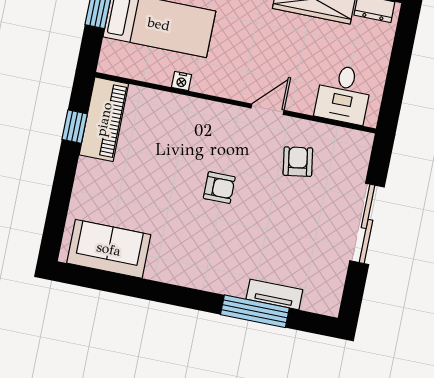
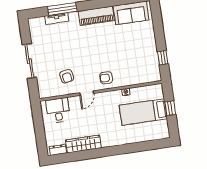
piano: (104, 119) -> (96, 16), moved, turned -90
armchair: (219, 188) -> (106, 78), moved

